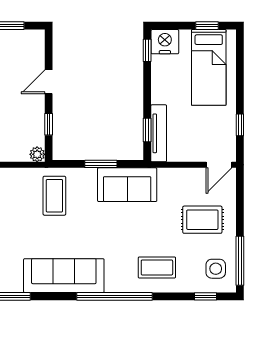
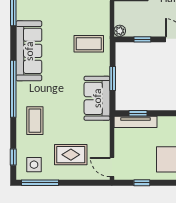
rug: (202, 220) -> (71, 155), turned 90

